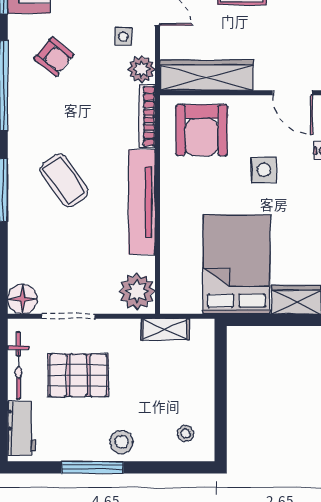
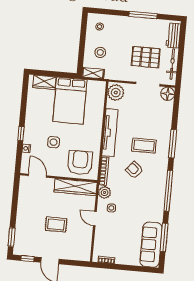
armchair: (54, 57) -> (134, 170), moved
coffee table: (64, 181) -> (144, 145), turned -55
shelving: (165, 329) -> (93, 73), moved
stool: (122, 442) -> (100, 52), moved

